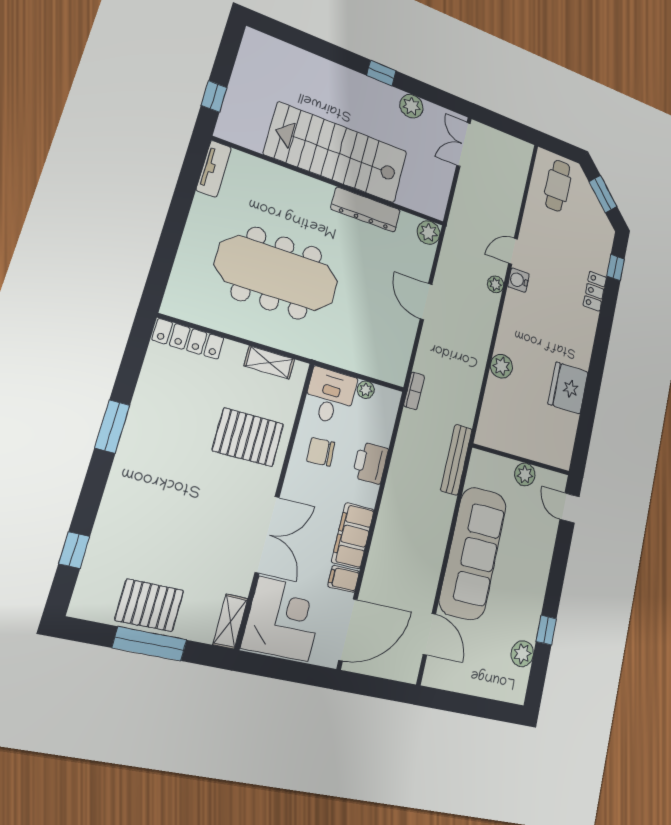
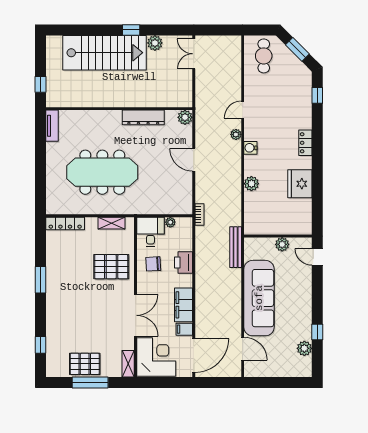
stairs: (337, 153) -> (105, 53), moved, turned 180
water cooler: (518, 280) -> (250, 148), moved
locker: (595, 291) -> (305, 143), moved

